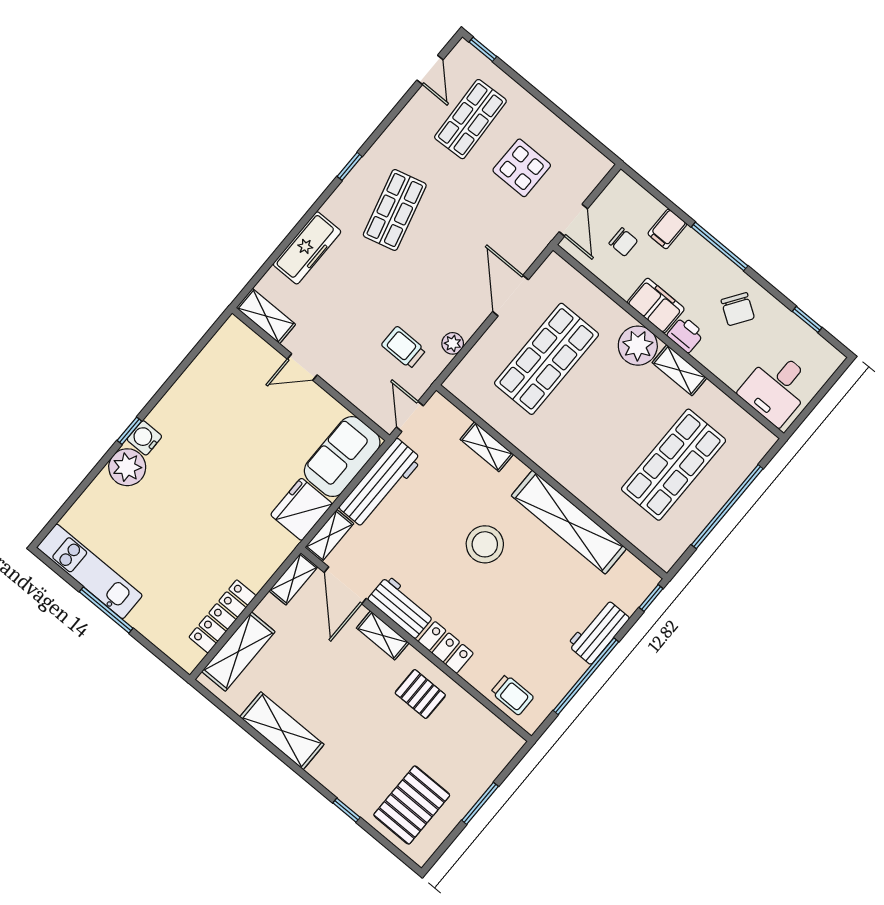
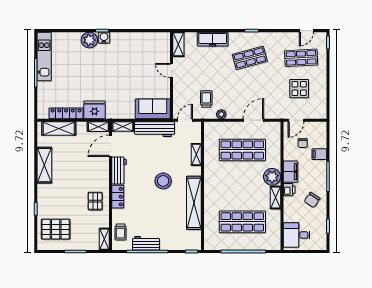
fridge: (301, 509) -> (94, 110), moved
workbench: (598, 631) -> (146, 243), moved
shelving: (383, 635) -> (104, 239), moved

